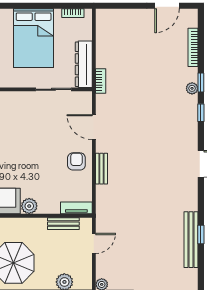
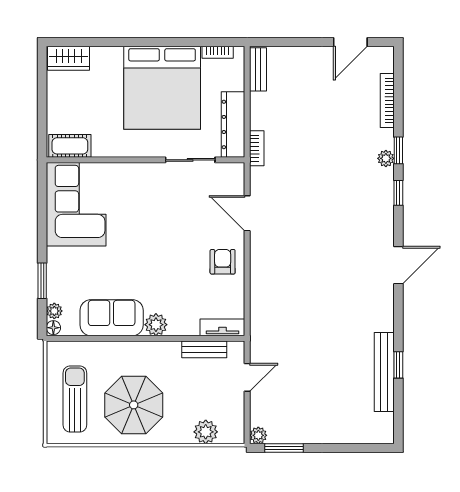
bed: (34, 38) -> (162, 88), width x1.36
bench: (102, 169) -> (258, 69), moved

